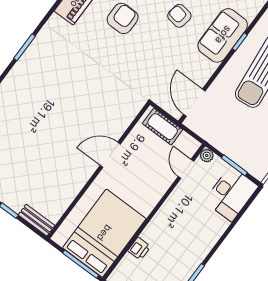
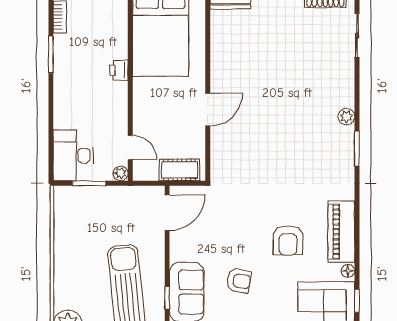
plant: (15, 76) -> (346, 117), added
door: (194, 103) -> (167, 213), hinge flipped
printer: (139, 249) -> (119, 70), moved

